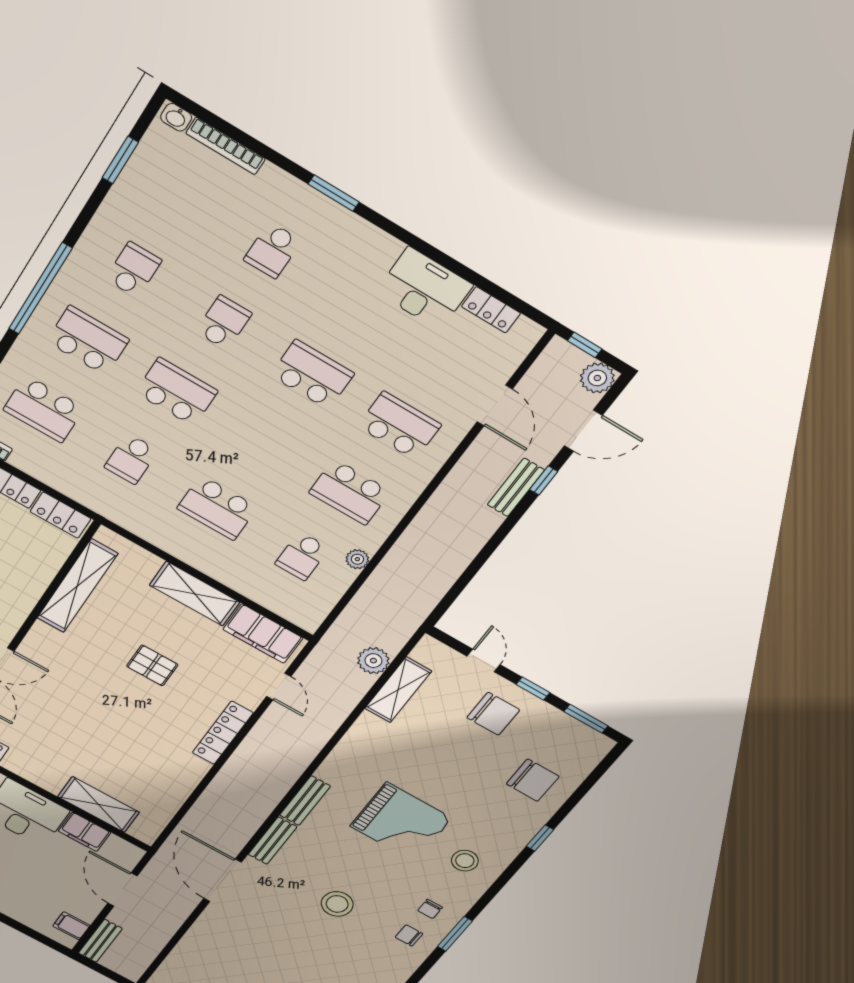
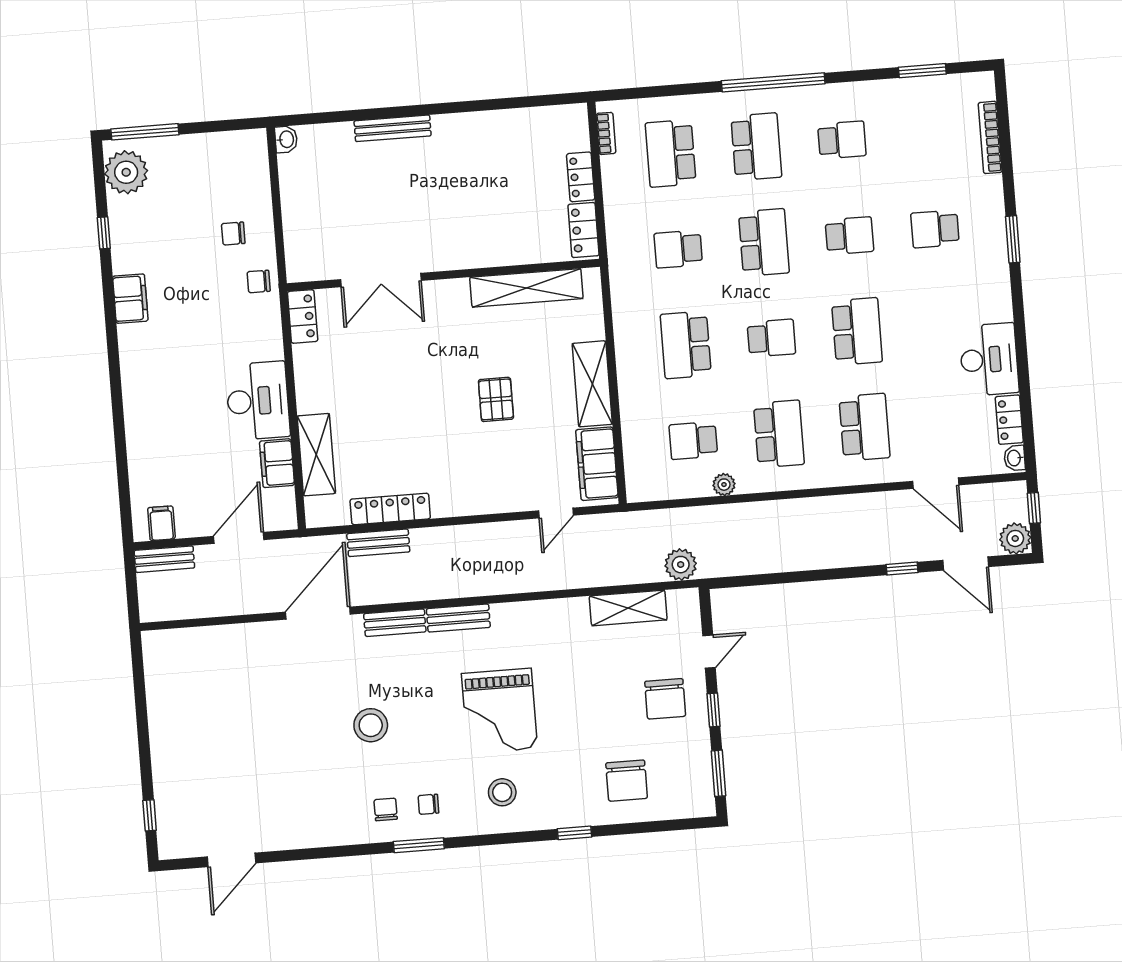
washbasin: (176, 117) -> (1015, 458), moved
door: (495, 405) -> (936, 483), hinge flipped
school desk: (264, 442) -> (771, 338), added
bench: (516, 487) -> (378, 543), moved
school desk: (350, 492) -> (779, 434), turned 180
plant: (373, 661) -> (681, 565), moved
locker: (223, 733) -> (390, 509), moved

